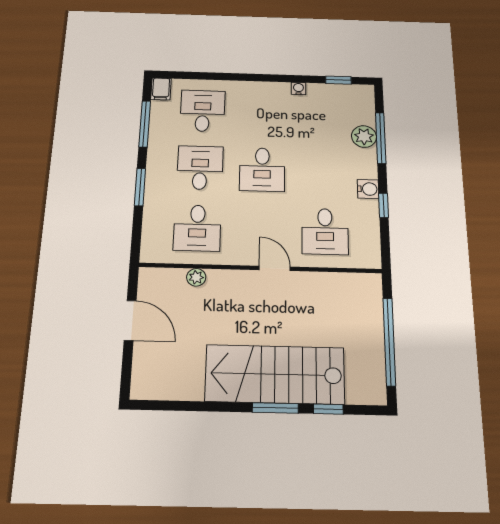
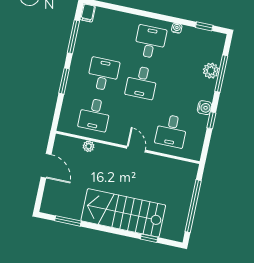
desk: (203, 111) -> (150, 42), moved
window: (275, 408) -> (68, 221), moved

